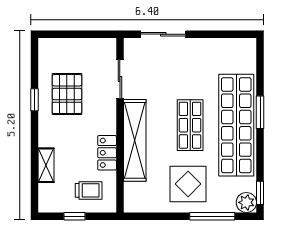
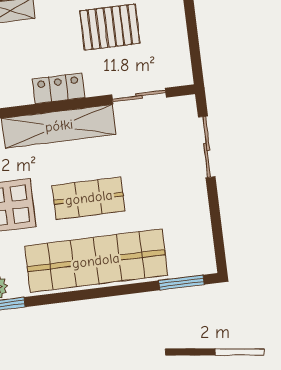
window: (260, 112) -> (181, 283), moved
locker: (107, 153) -> (59, 88), moved

